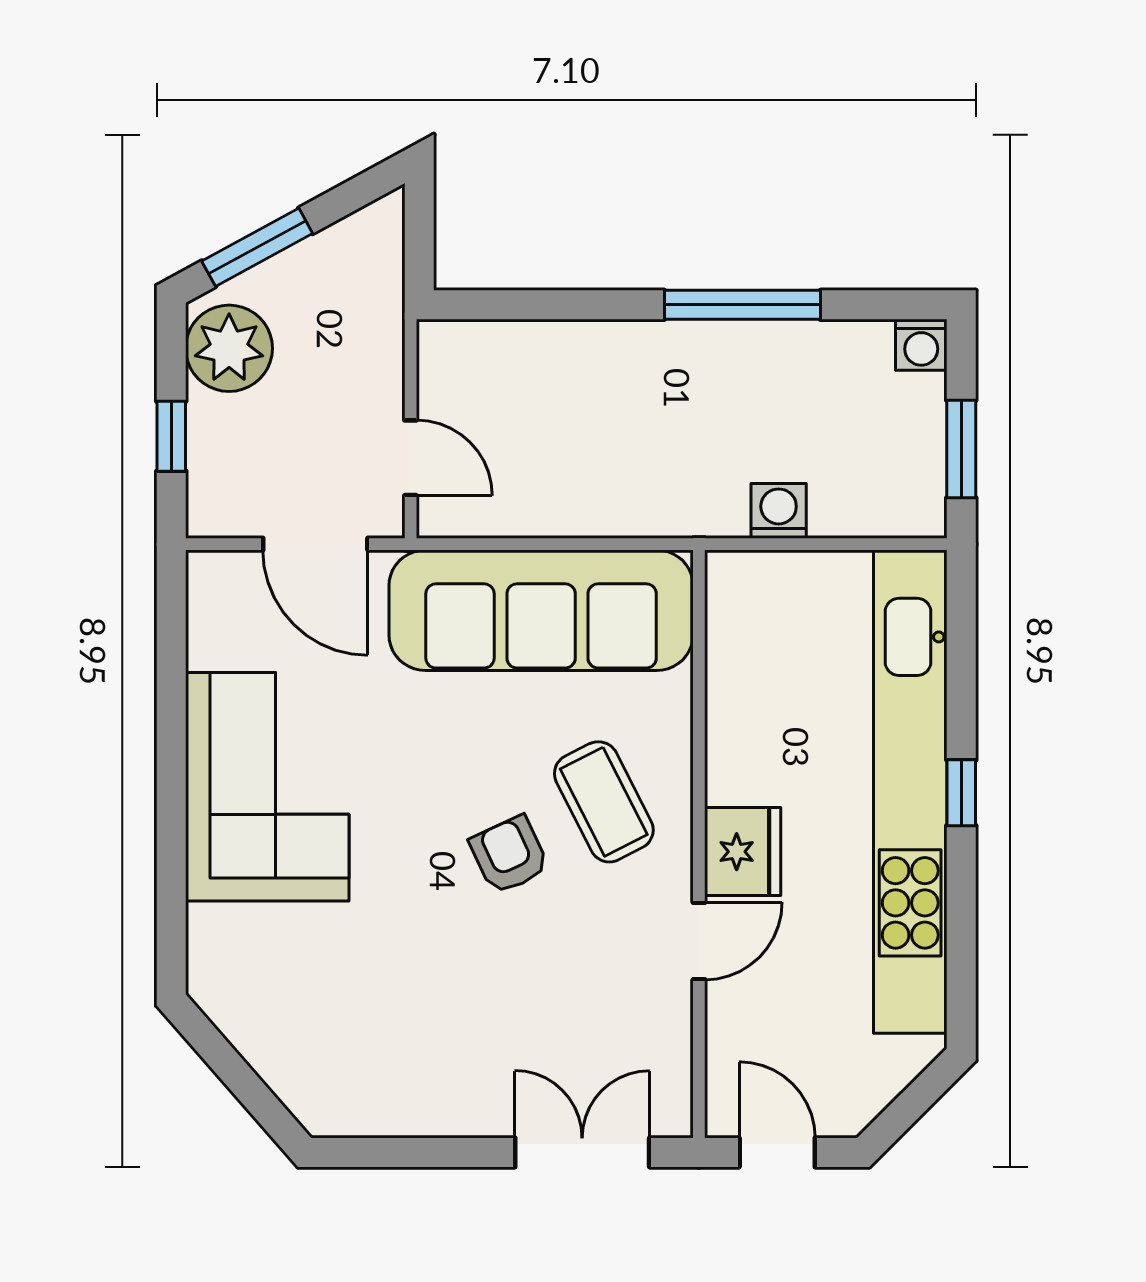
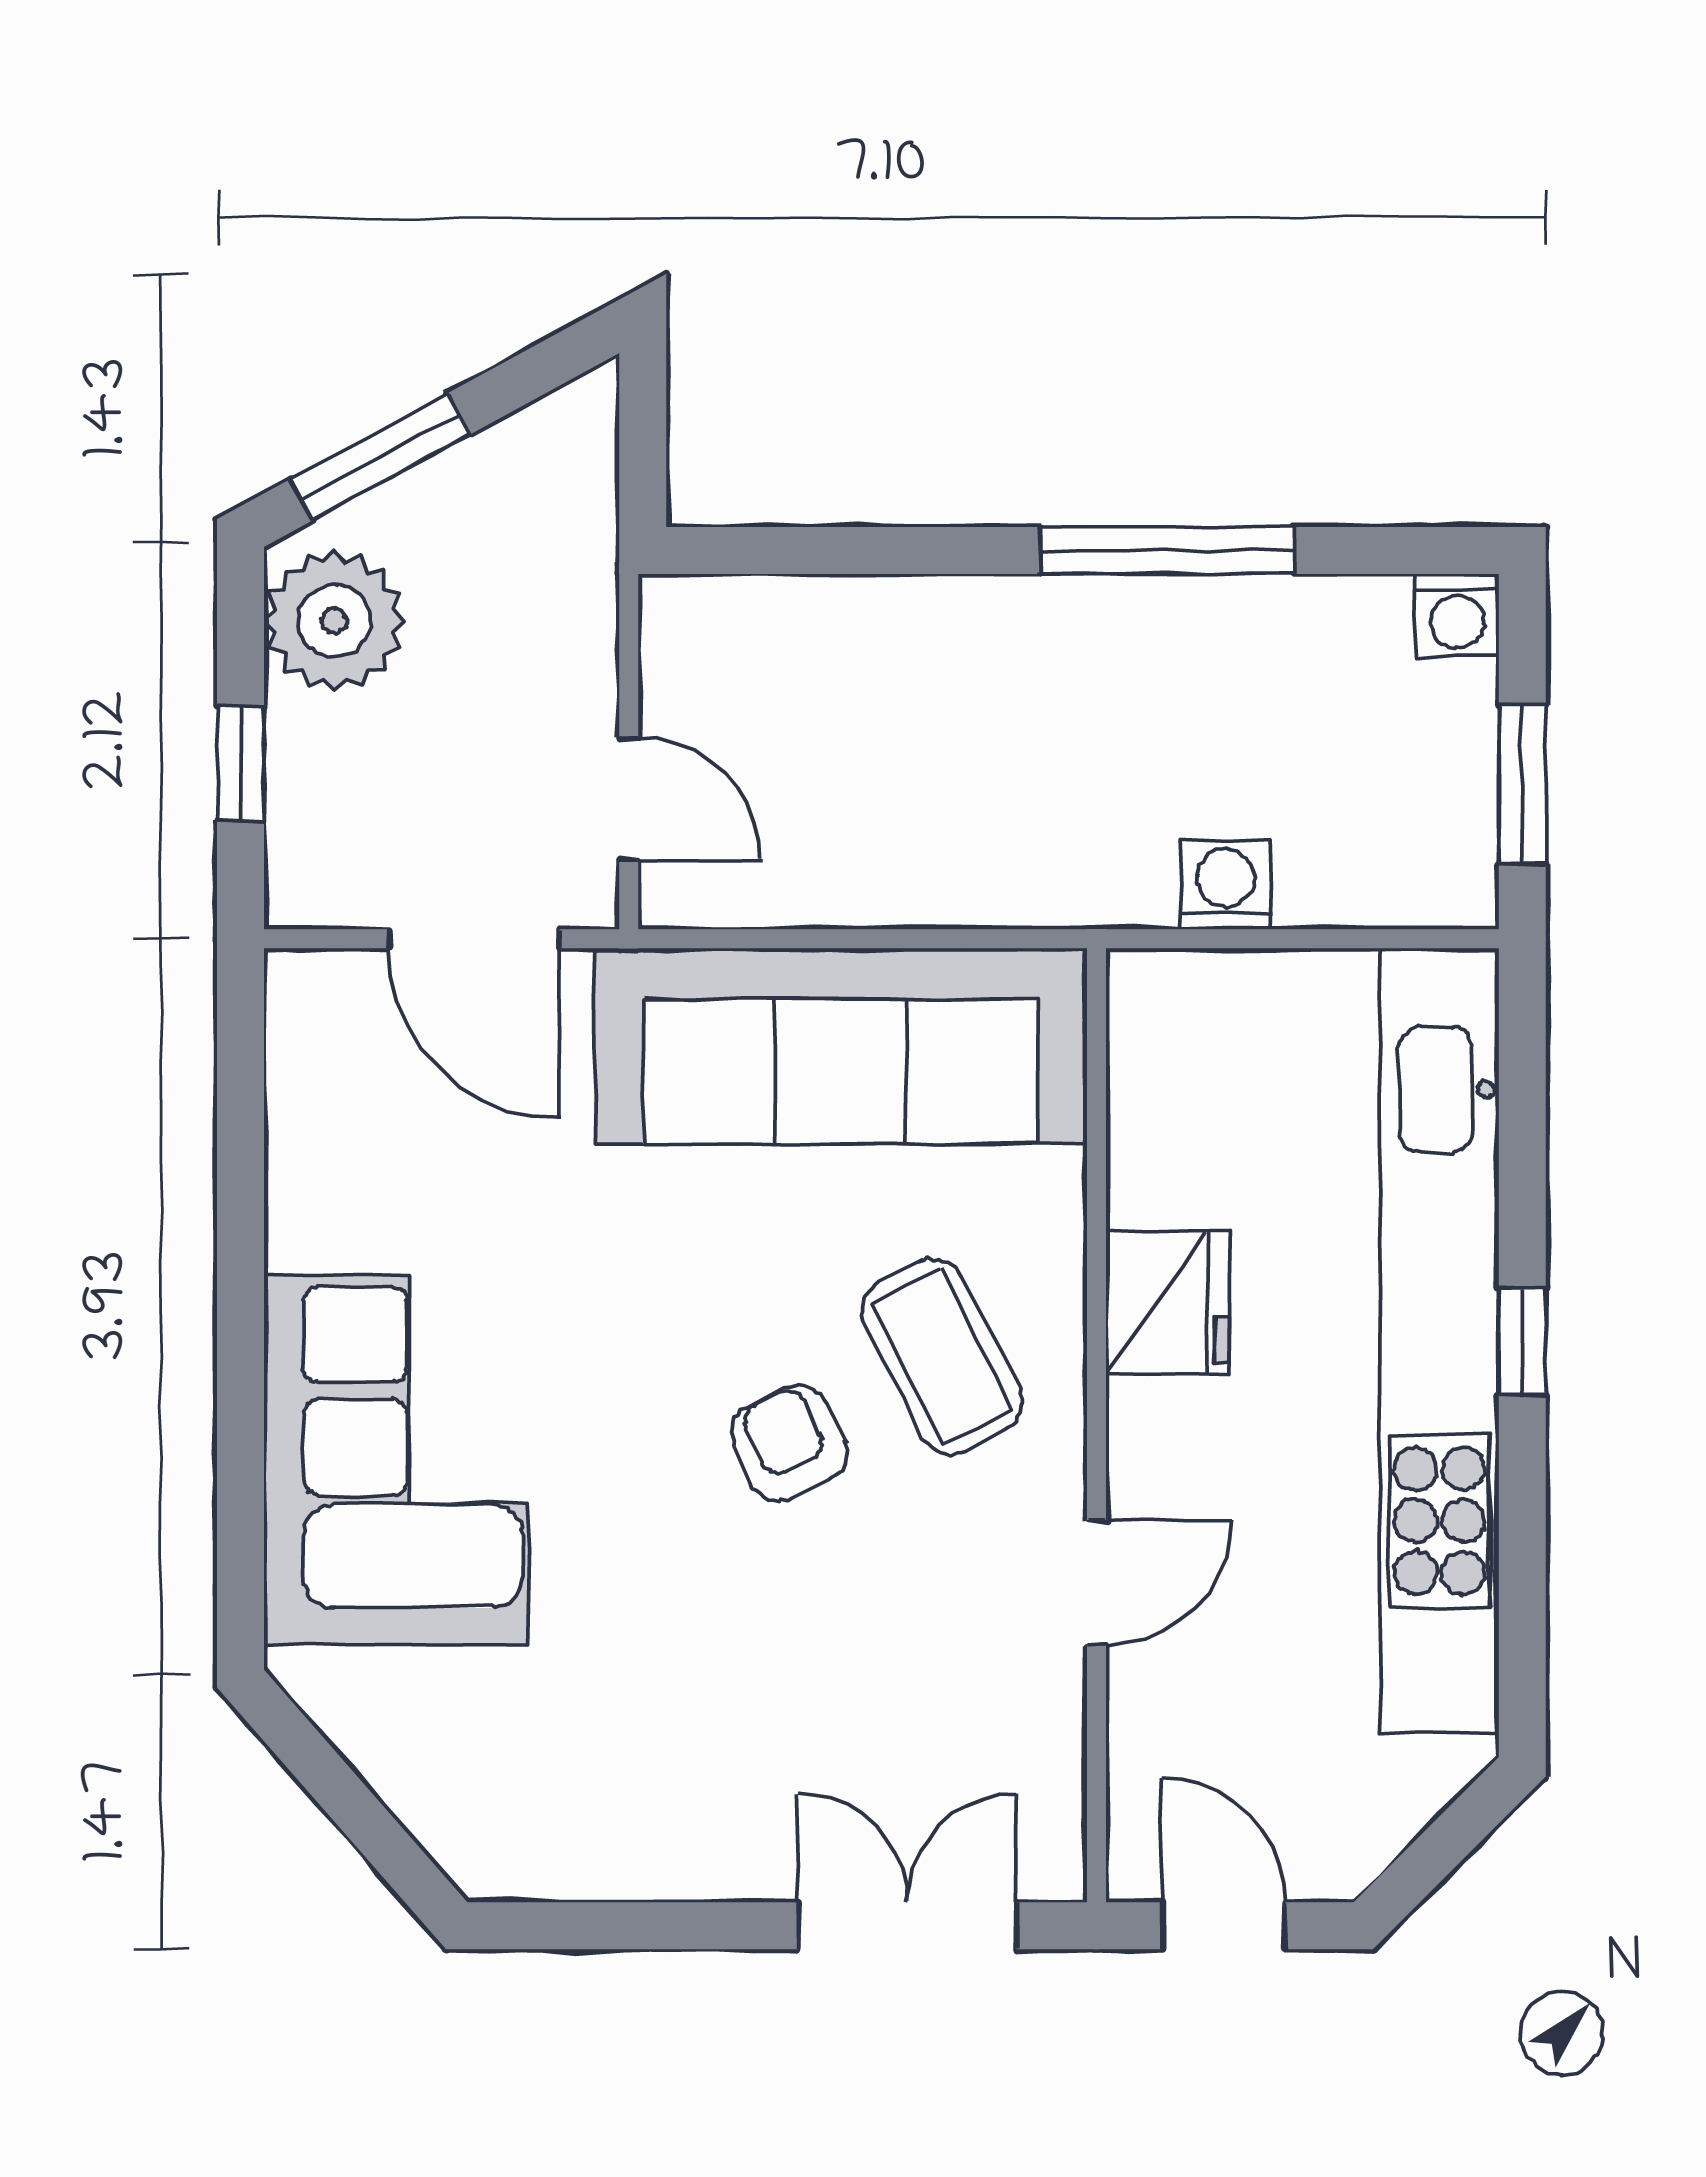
corner sofa: (267, 787) -> (396, 1459), moved
fridge: (743, 852) -> (1168, 1302), moved

